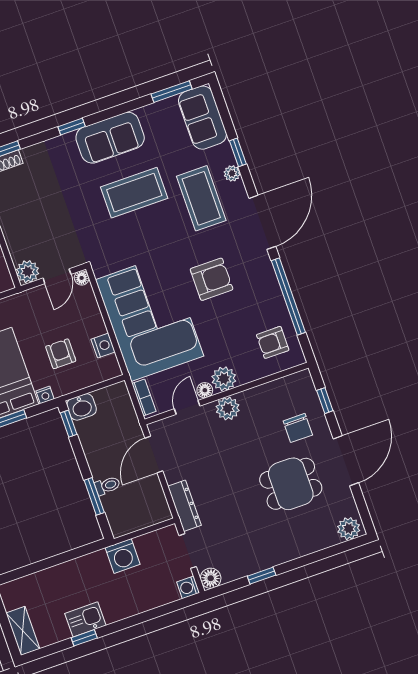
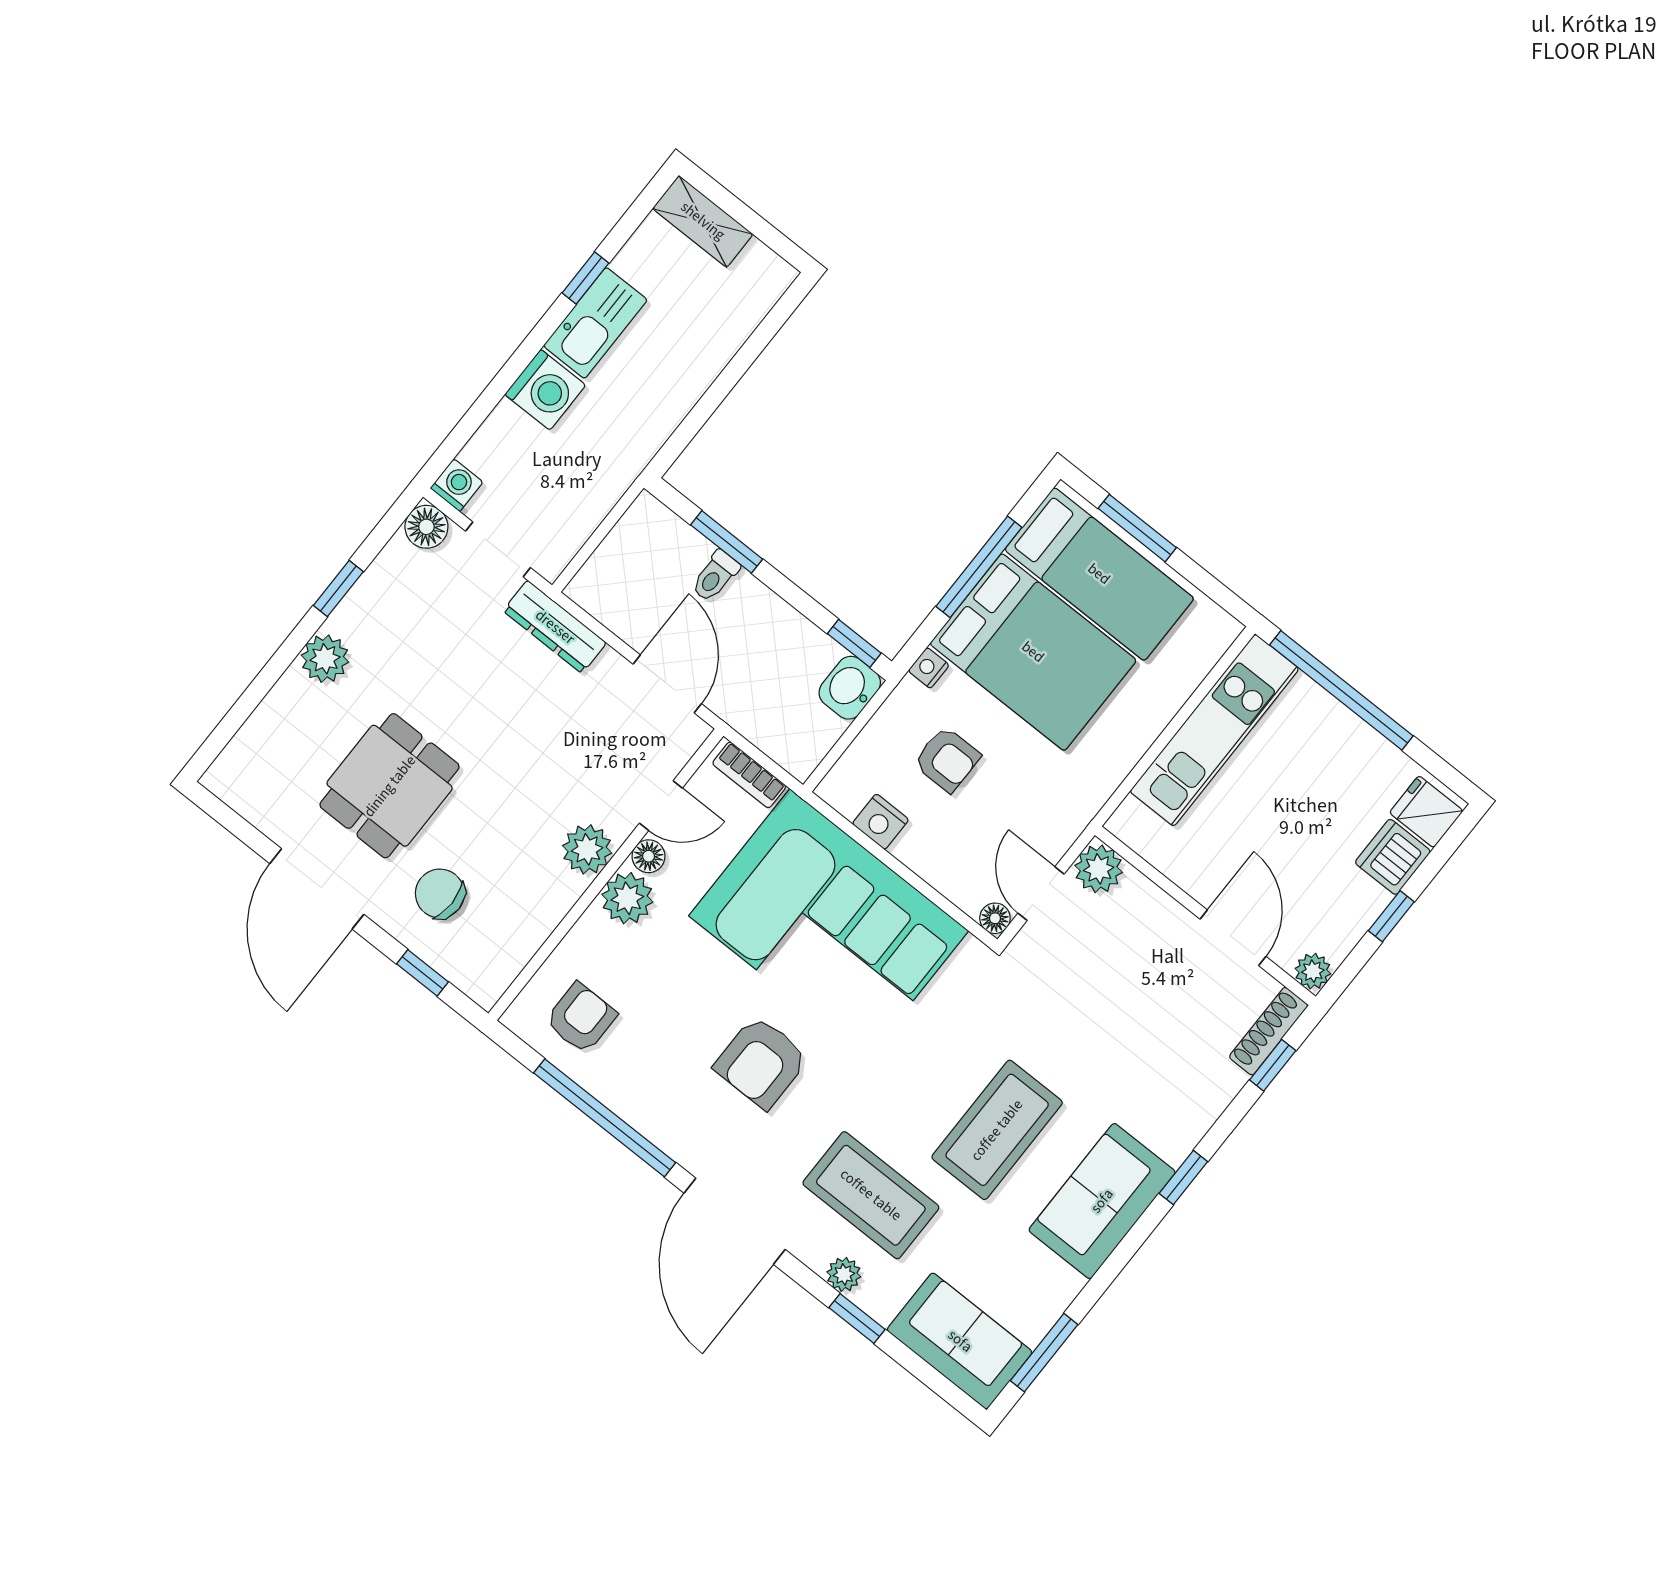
door: (187, 407) -> (661, 806), hinge flipped
plant: (349, 529) -> (325, 659), moved
washing machine: (123, 556) -> (545, 390), moved, turned 180
kitchen sink: (85, 619) -> (595, 323), width x1.38

